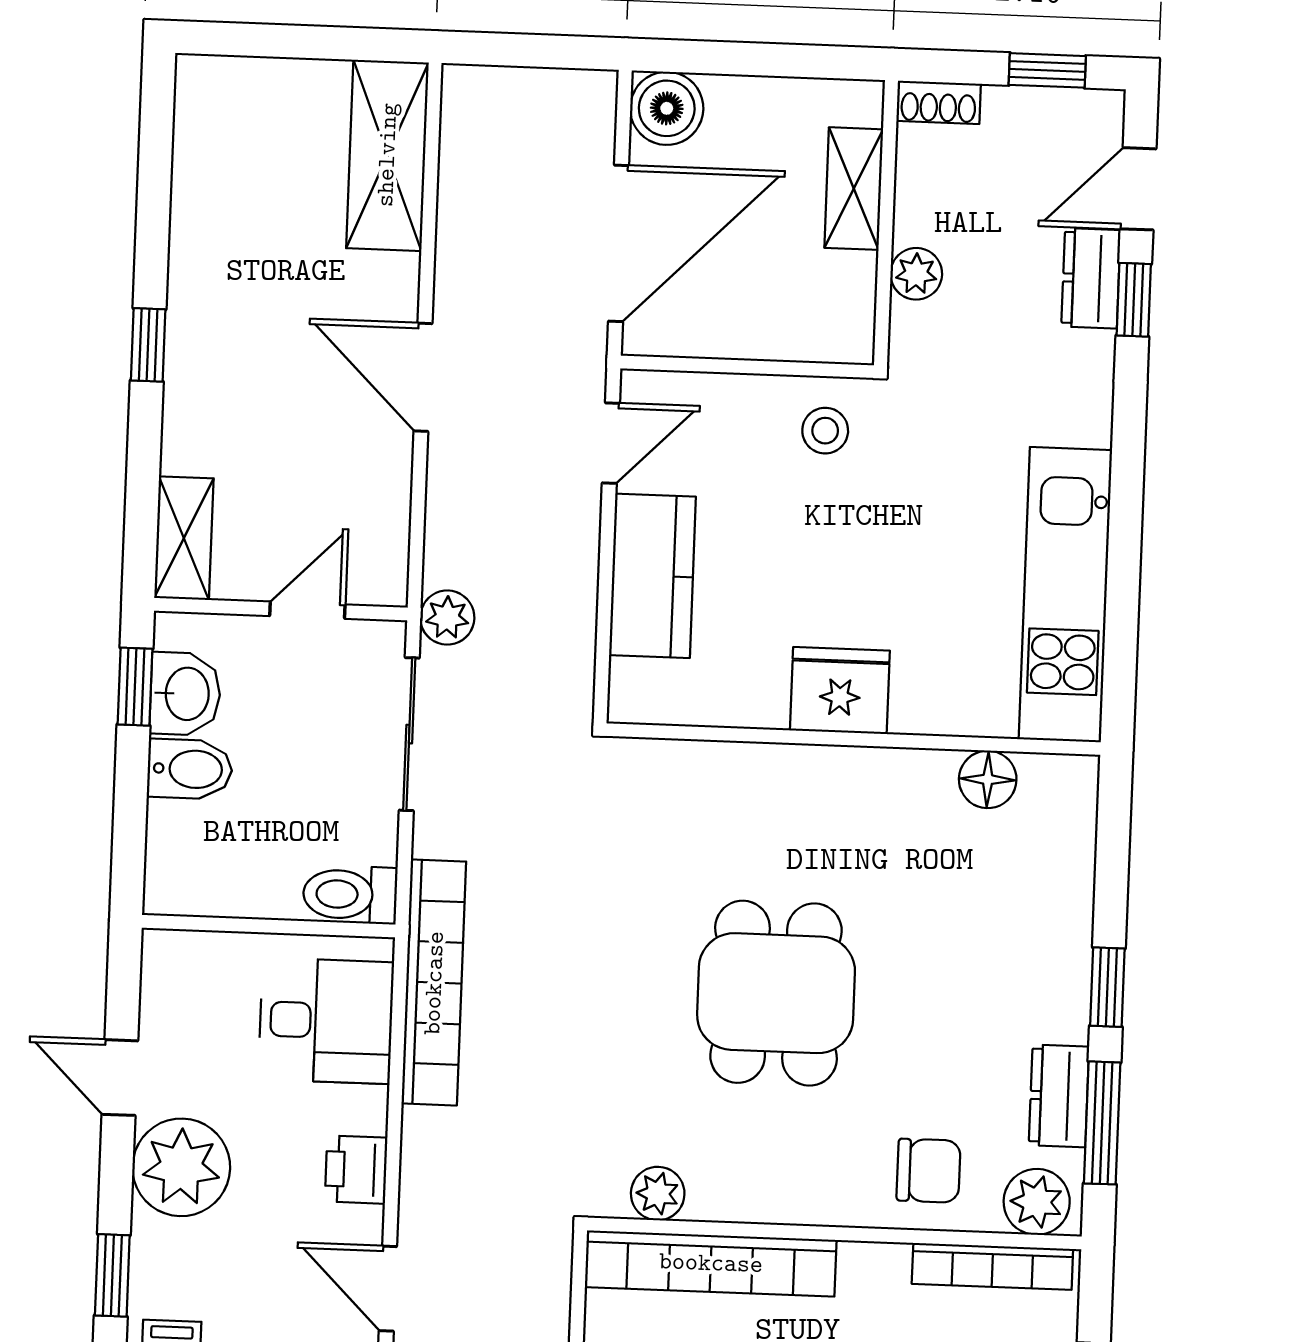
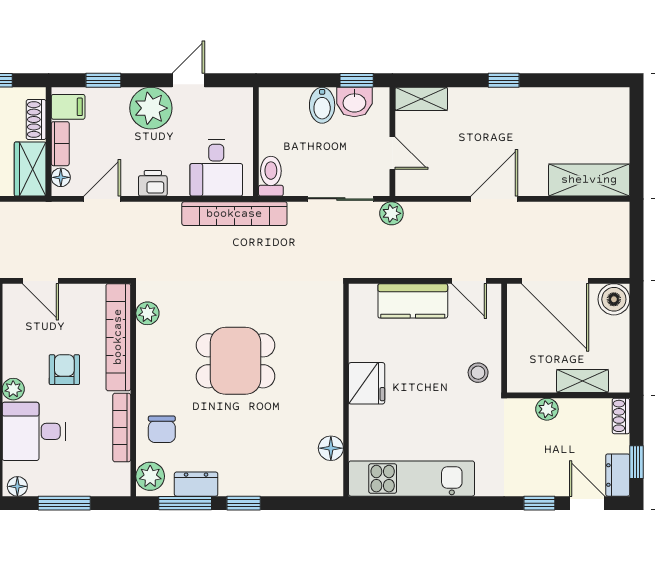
dresser: (1091, 278) -> (618, 475), moved, turned -90
bookcase: (992, 1266) -> (122, 427), moved

